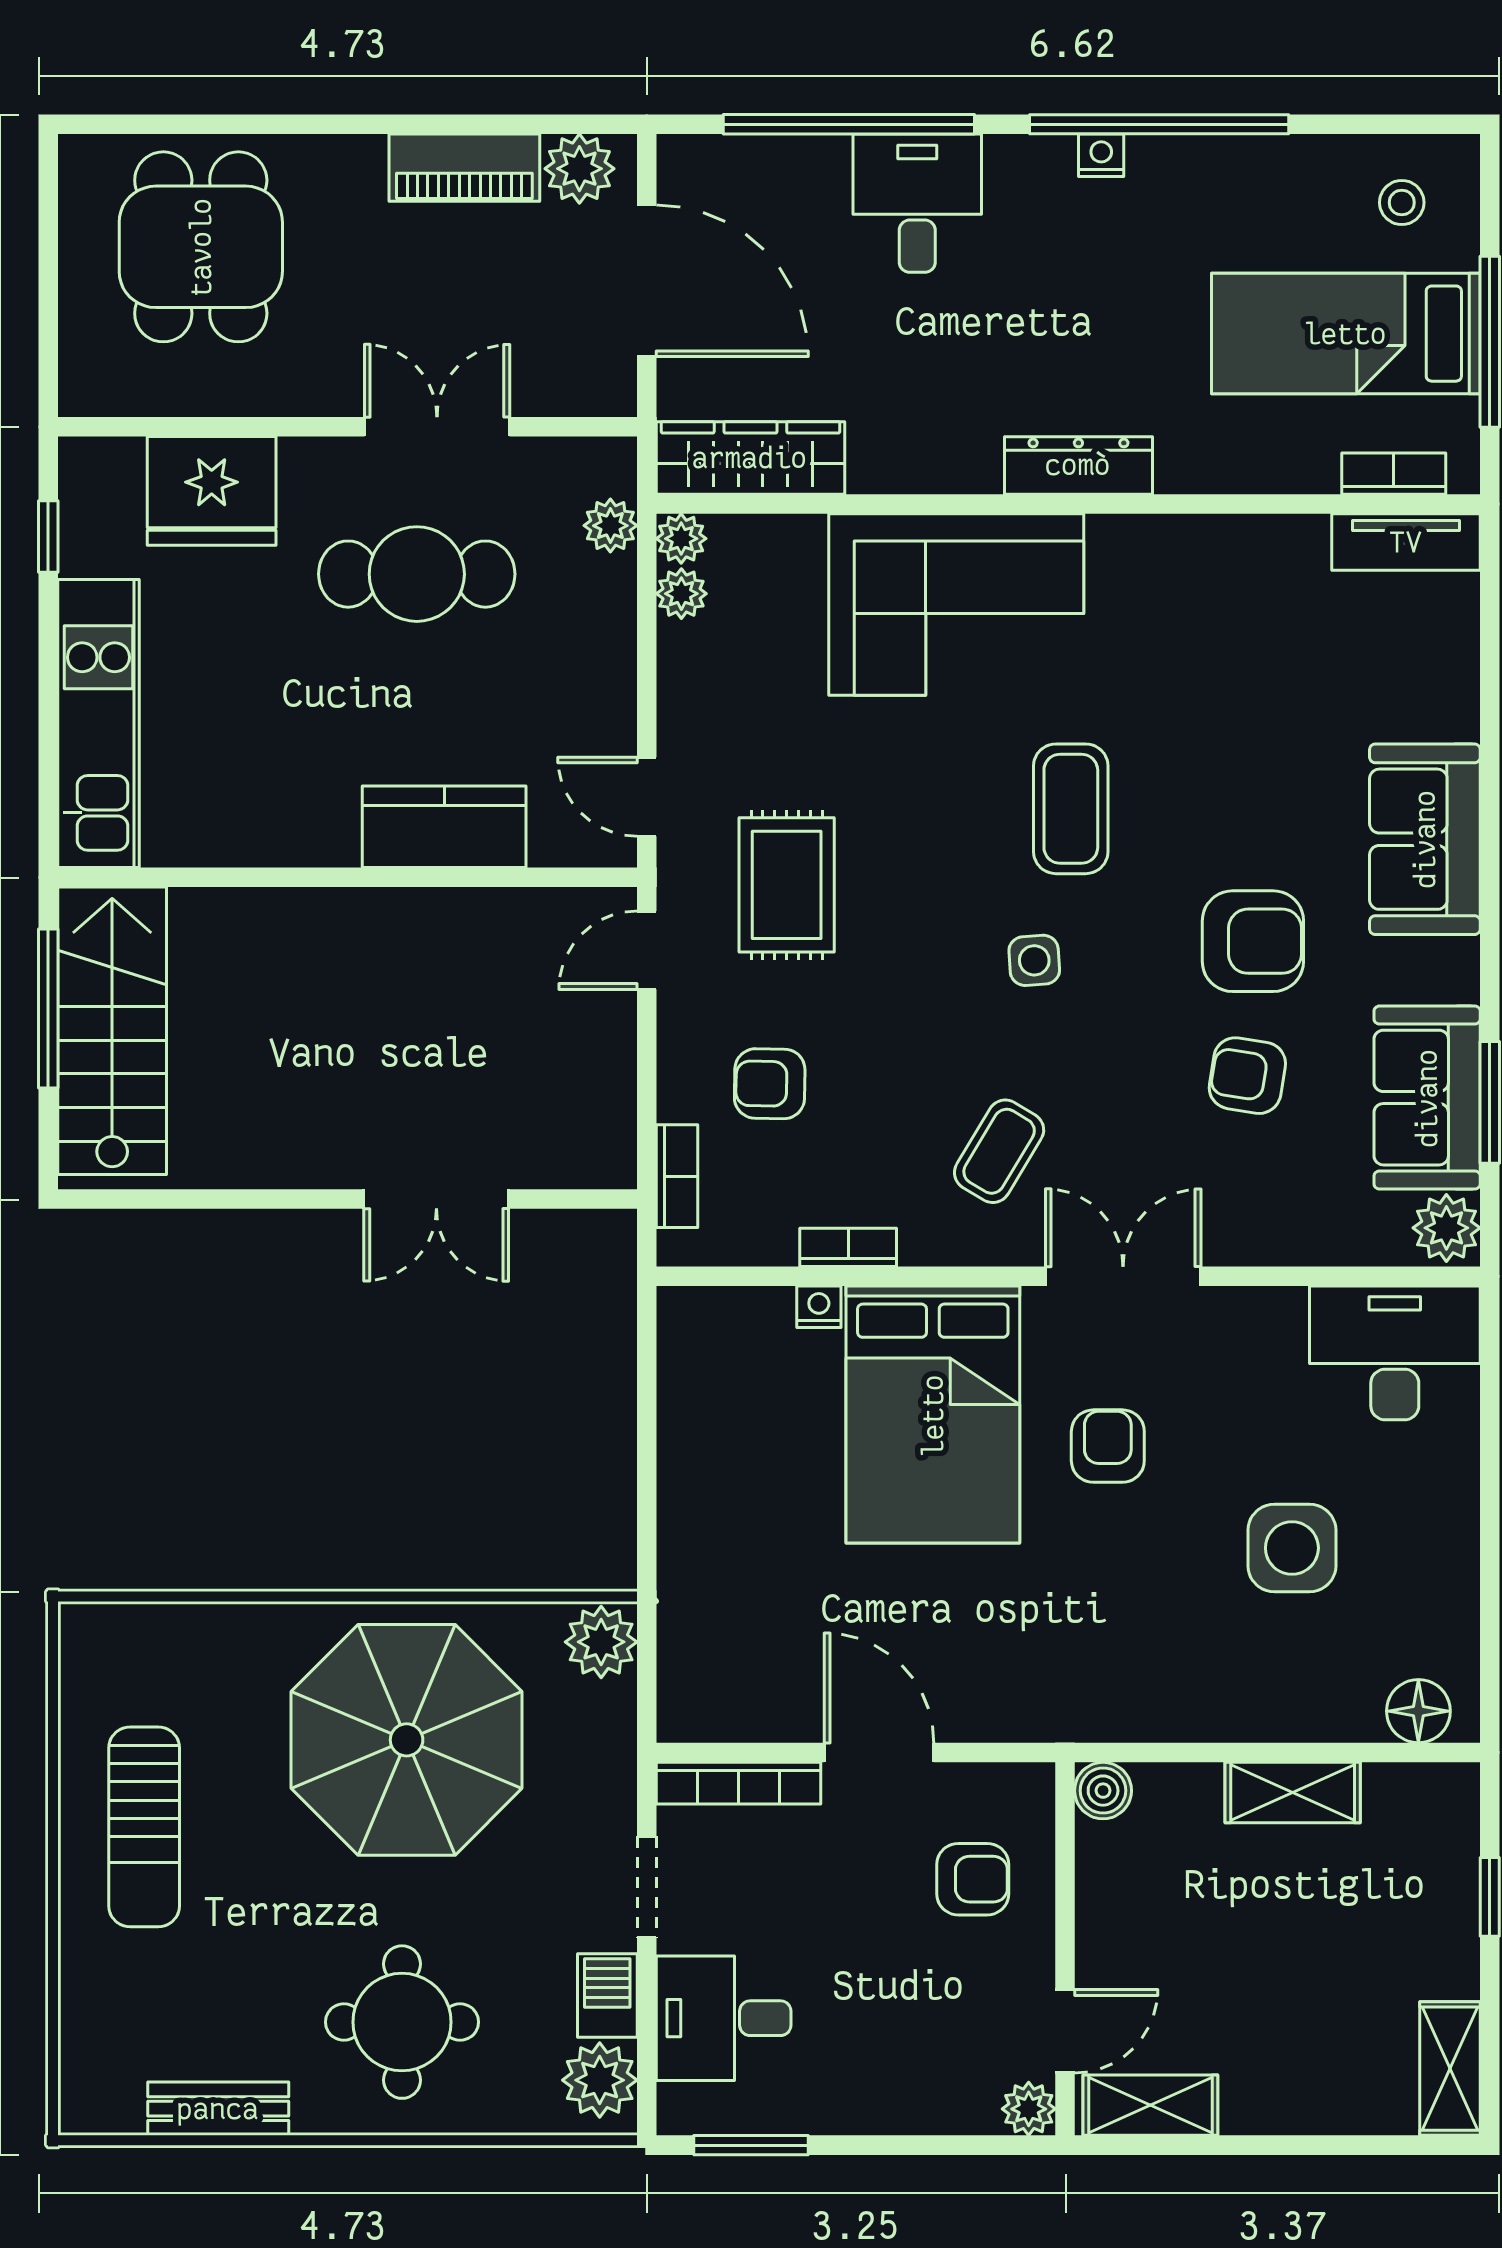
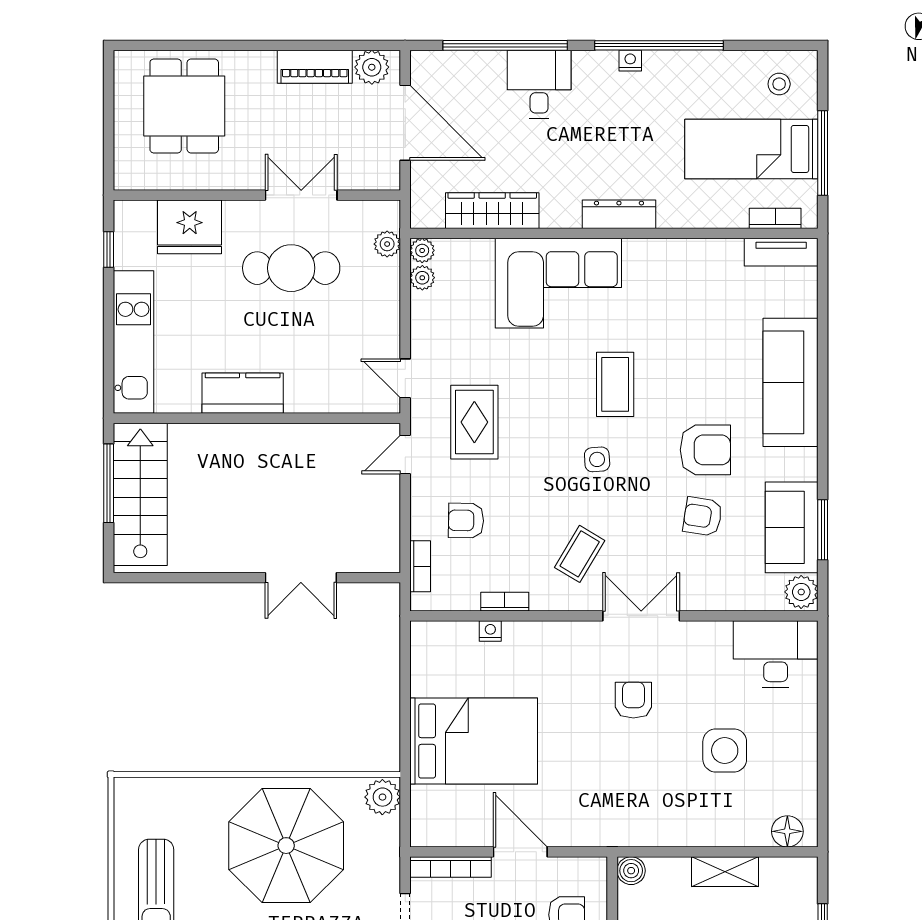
wardrobe: (750, 458) -> (492, 211), moved
kitchen counter: (444, 827) -> (243, 393), moved
sofa: (1425, 839) -> (791, 382), width x1.36
bed: (933, 1415) -> (474, 741), moved, turned -90

